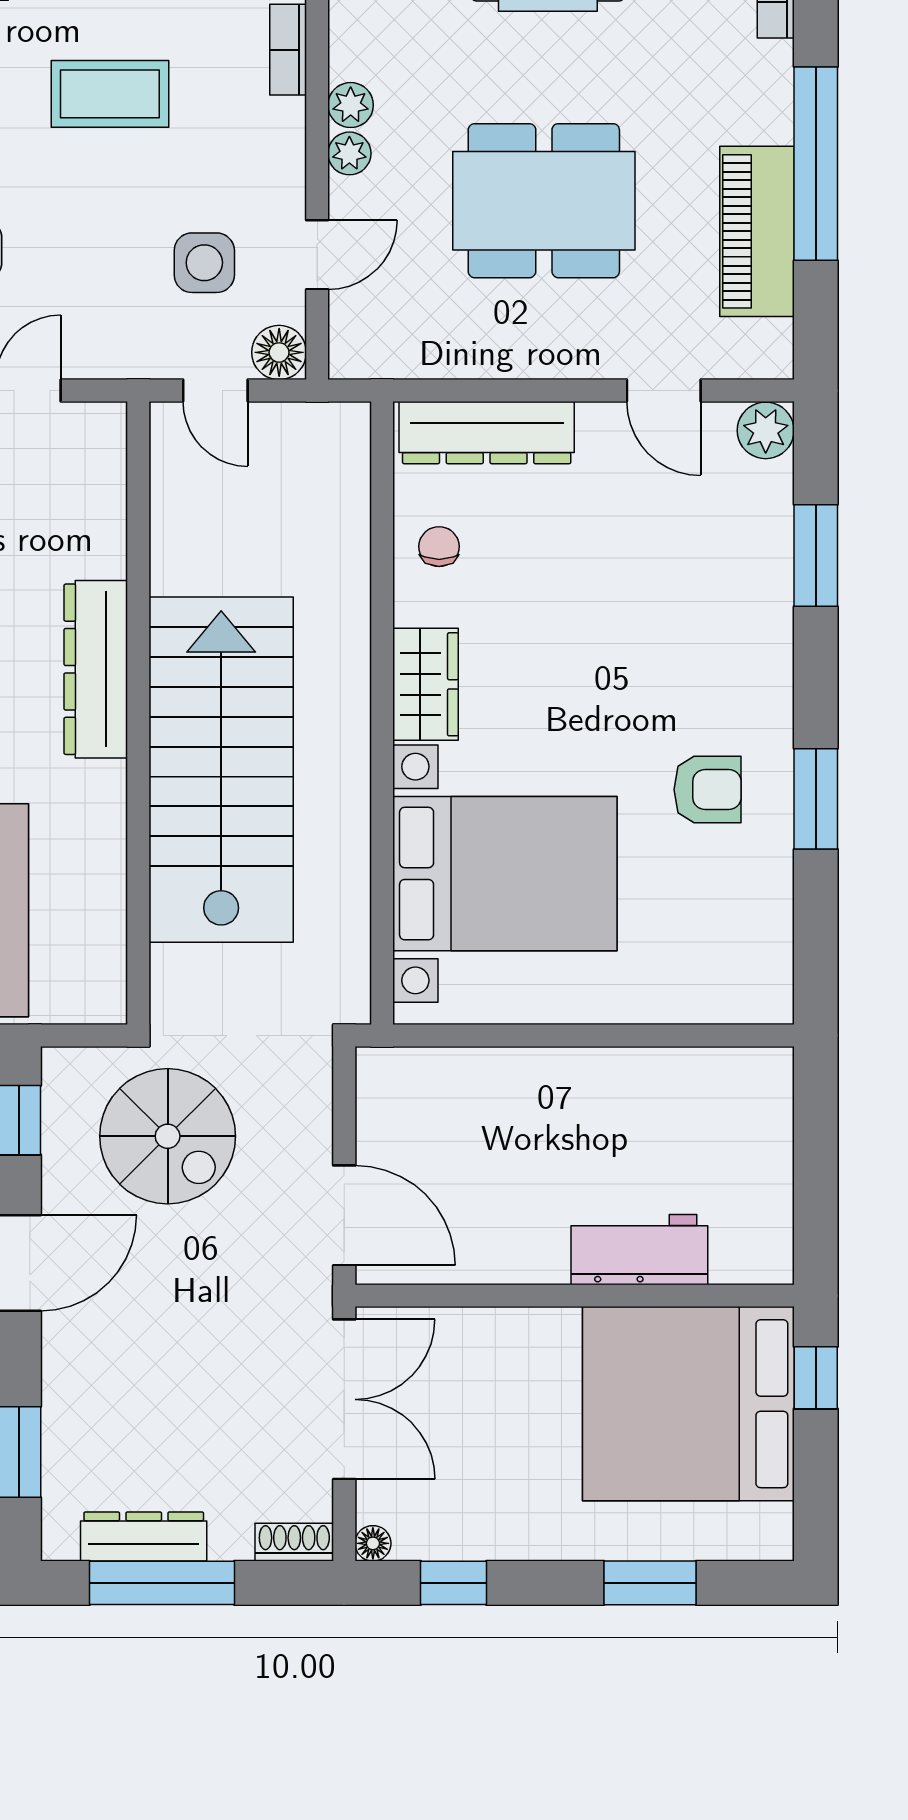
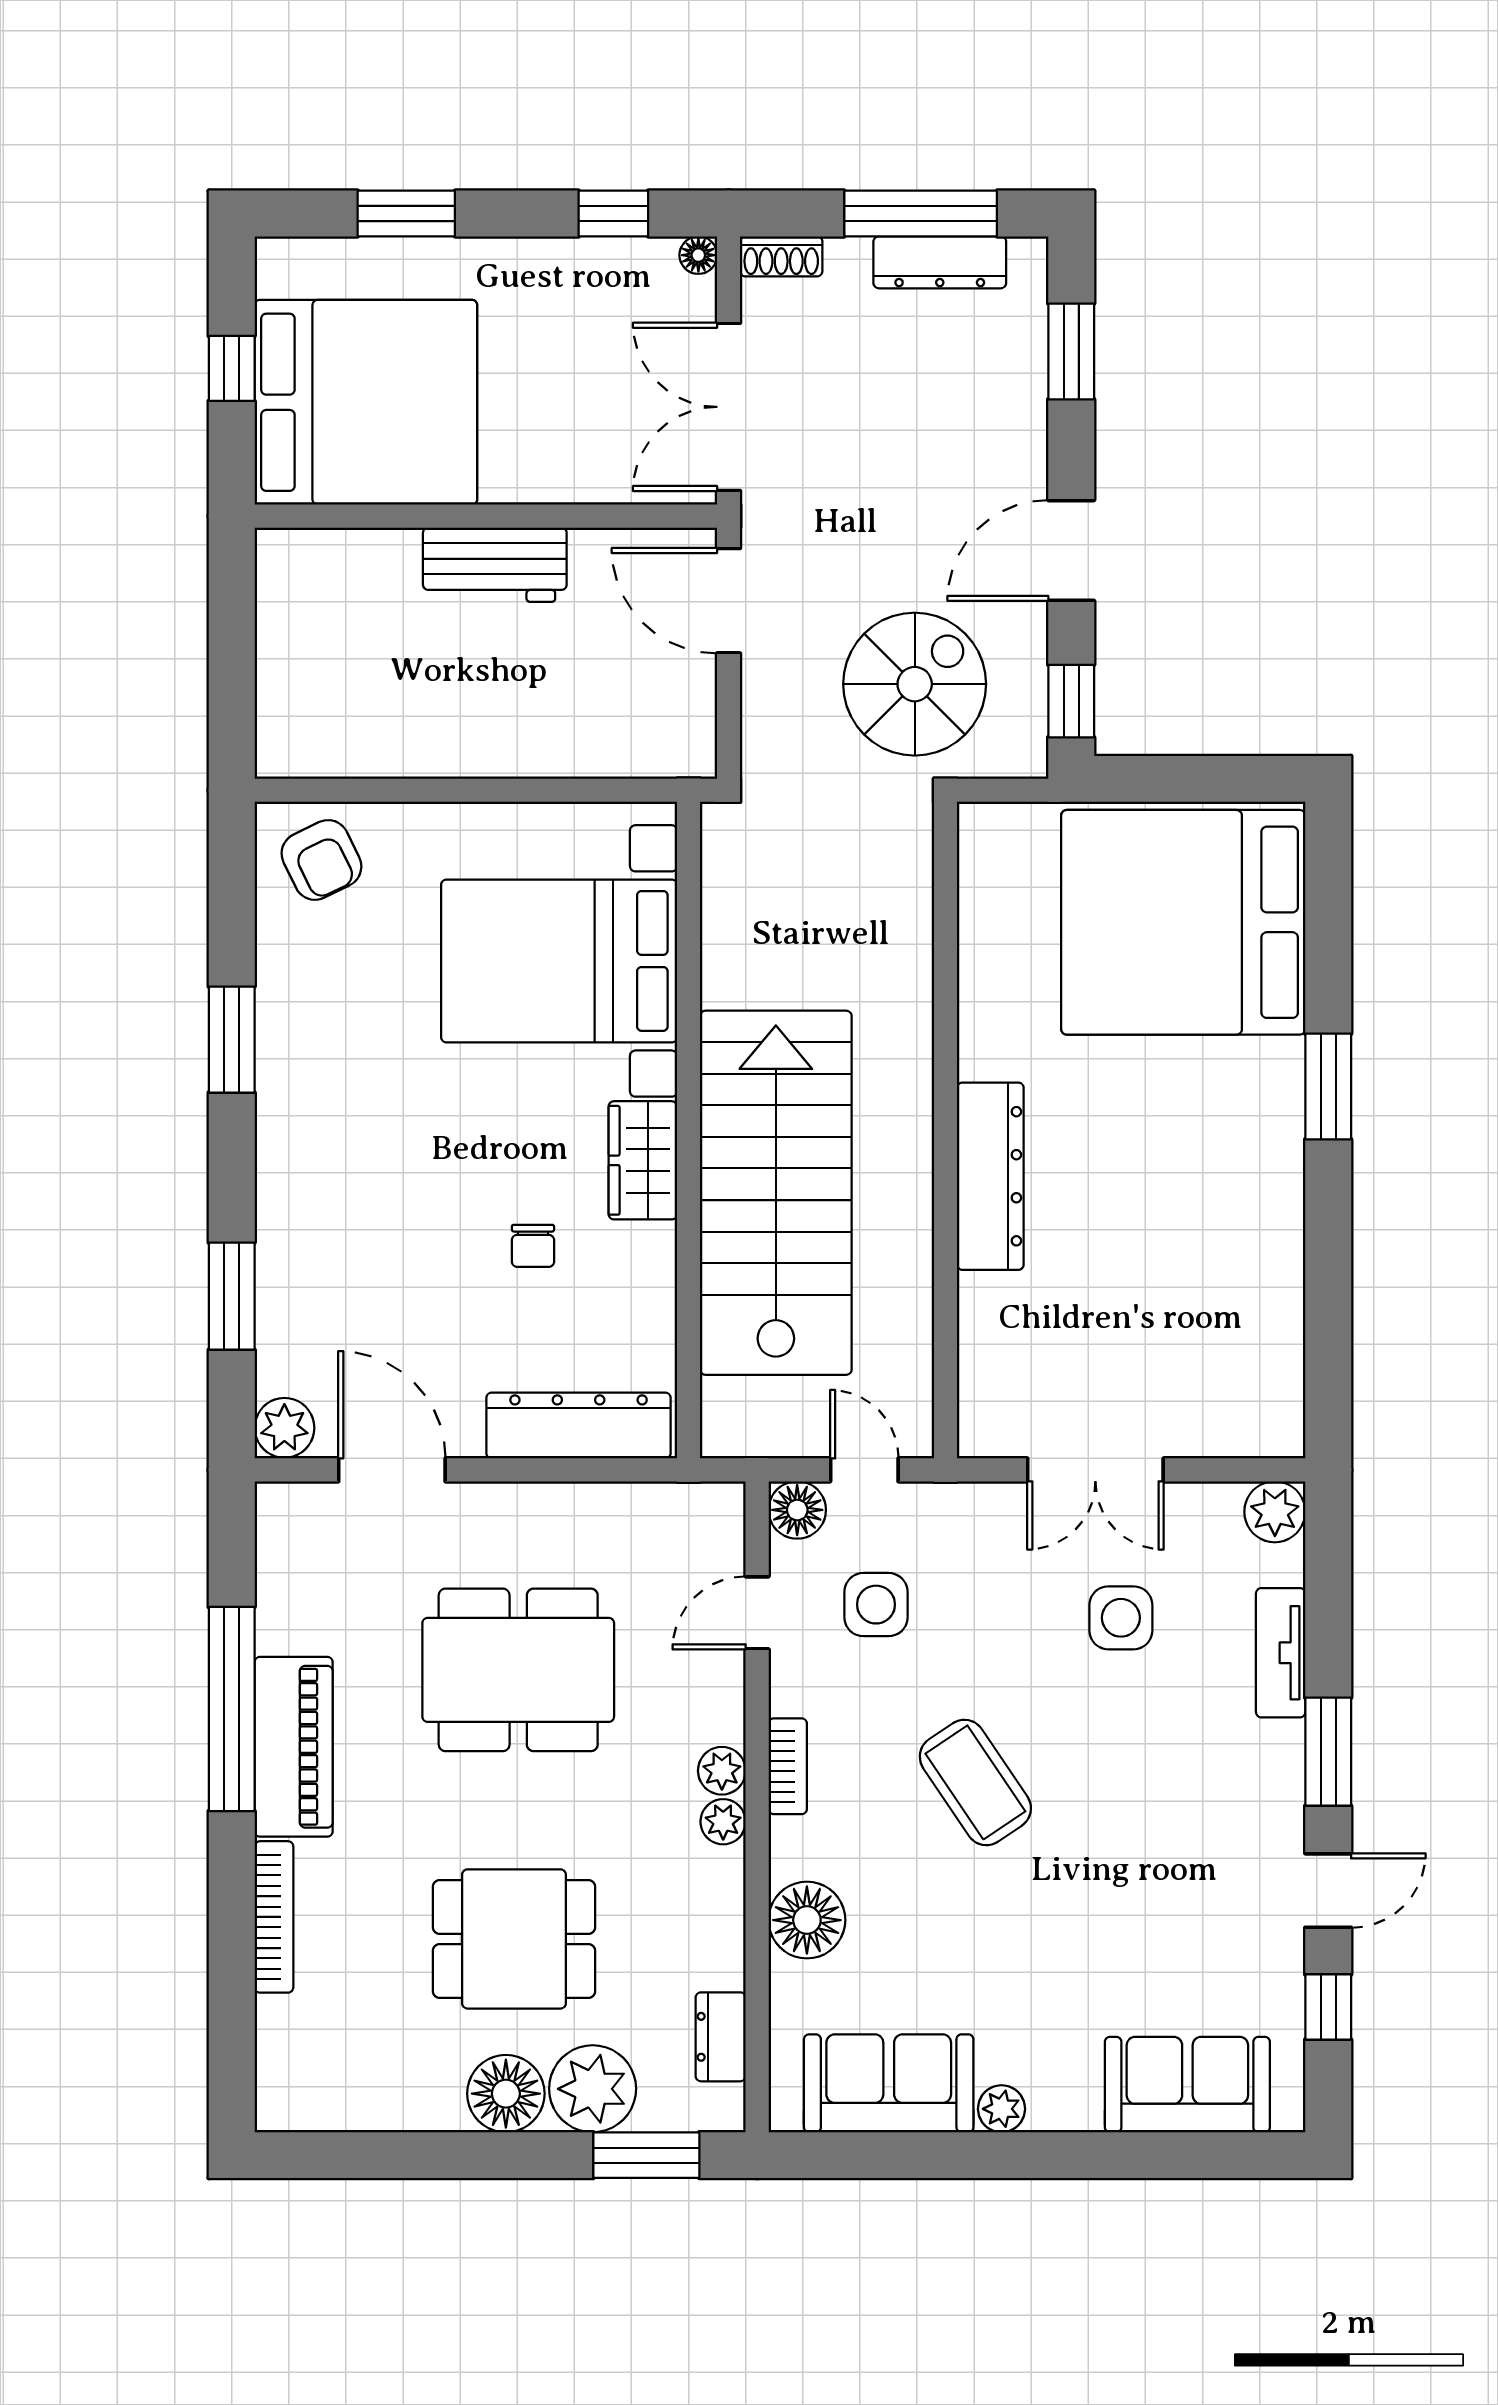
bookcase: (288, 50) -> (788, 1766), moved
coffee table: (110, 94) -> (975, 1782), turned 56
plant: (349, 153) -> (723, 1822), moved
piano: (757, 231) -> (294, 1747), moved
door: (664, 391) -> (392, 1470), width x1.38
chair: (439, 547) -> (533, 1246), moved
stairs: (221, 770) -> (776, 1193), moved, turned 180
armchair: (708, 790) -> (321, 860), moved, turned -116
spiral stairs: (168, 1136) -> (915, 684), turned 90
workbench: (639, 1250) -> (495, 565), moved
window: (816, 1378) -> (232, 368), moved

